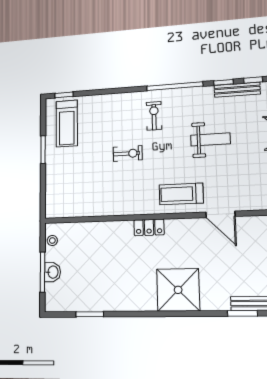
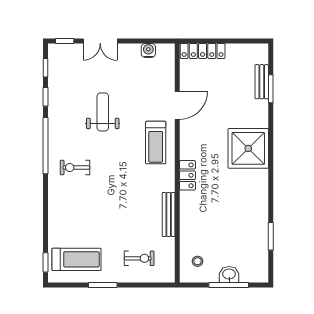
bench: (237, 90) -> (169, 215), moved
exercise bike: (128, 154) -> (139, 258), moved, turned 90
stool: (52, 241) -> (197, 261), moved

